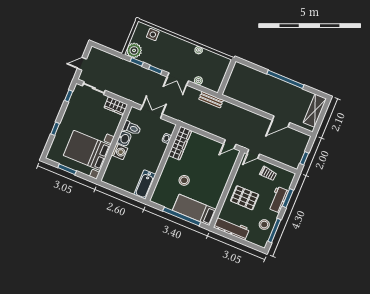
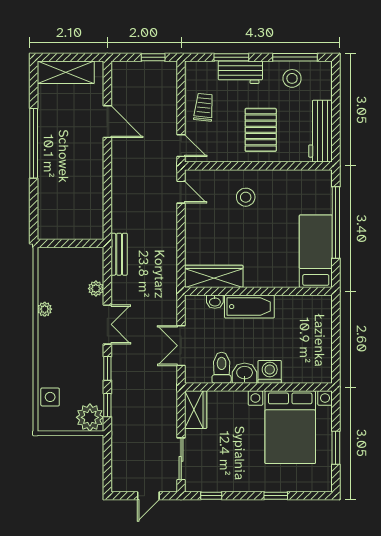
door: (82, 64) -> (148, 496), hinge flipped
stool: (184, 180) -> (246, 197), moved
bathtub: (145, 185) -> (249, 307), moved
bed: (194, 210) -> (316, 251), moved, turned 180

